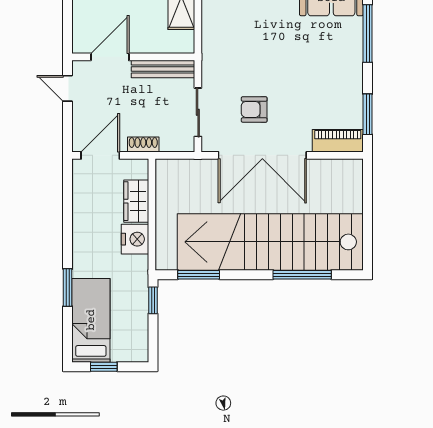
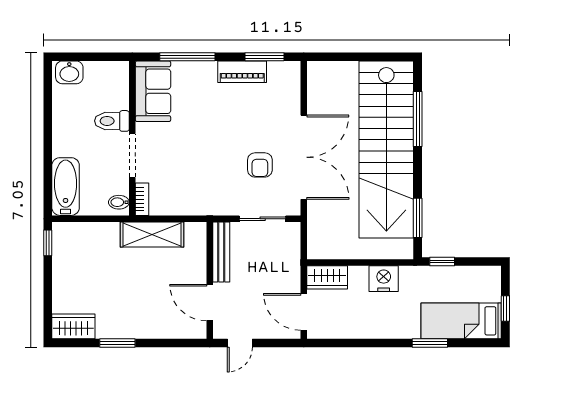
piano: (338, 141) -> (242, 72), moved, turned -90
shoe rack: (143, 144) -> (293, 271), removed
wardrobe: (136, 201) -> (327, 277), moved

